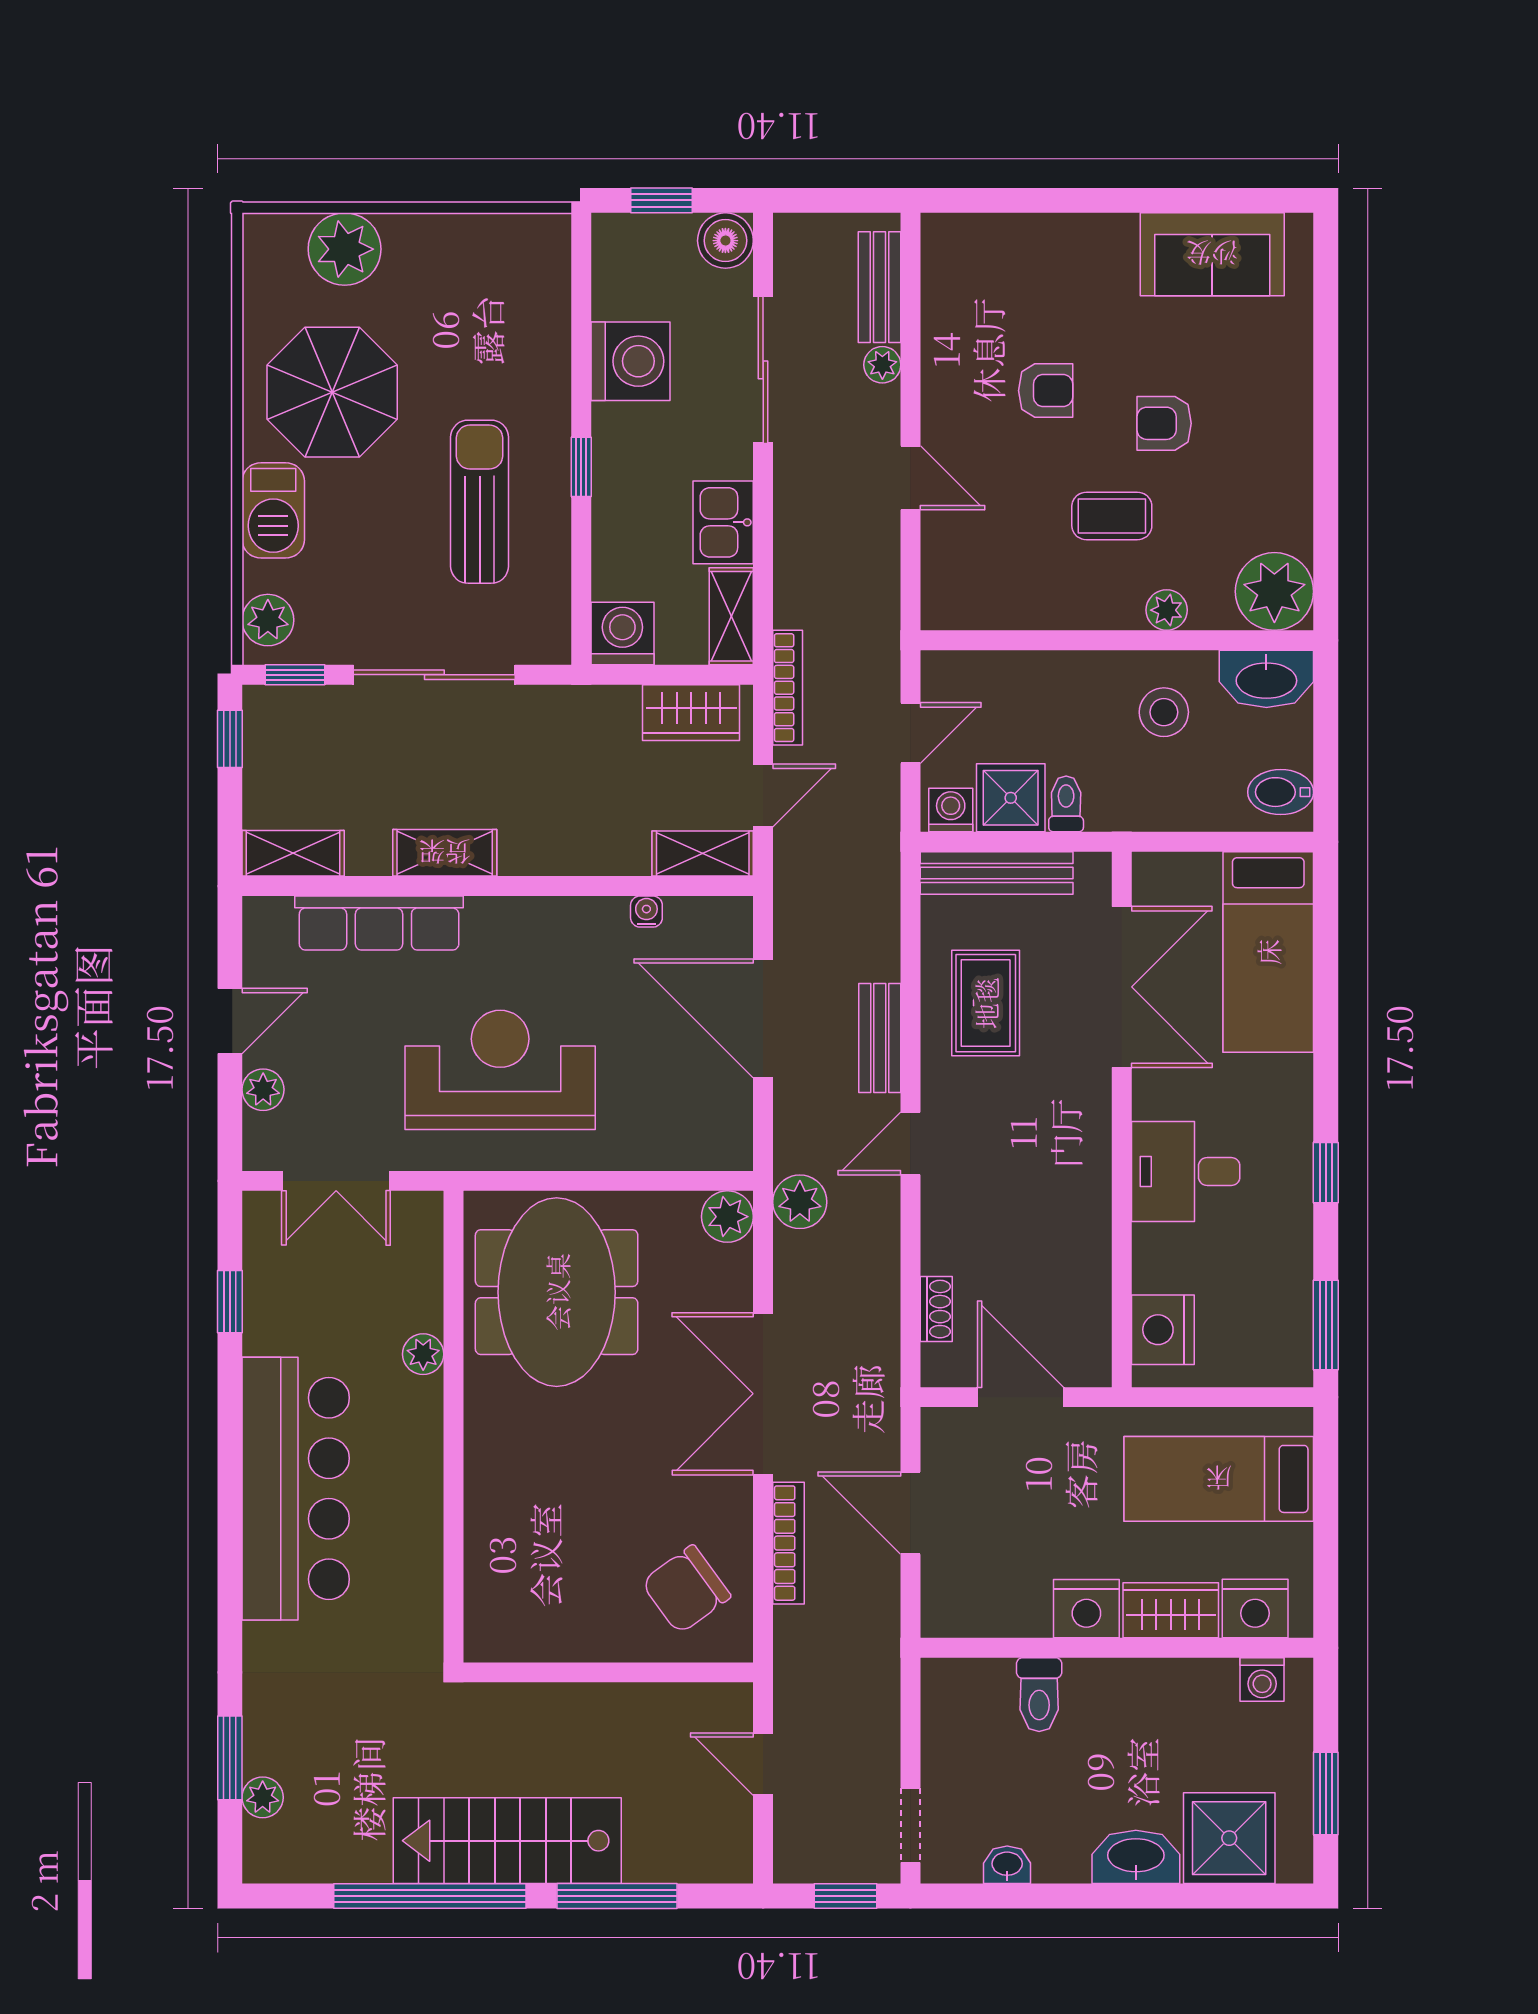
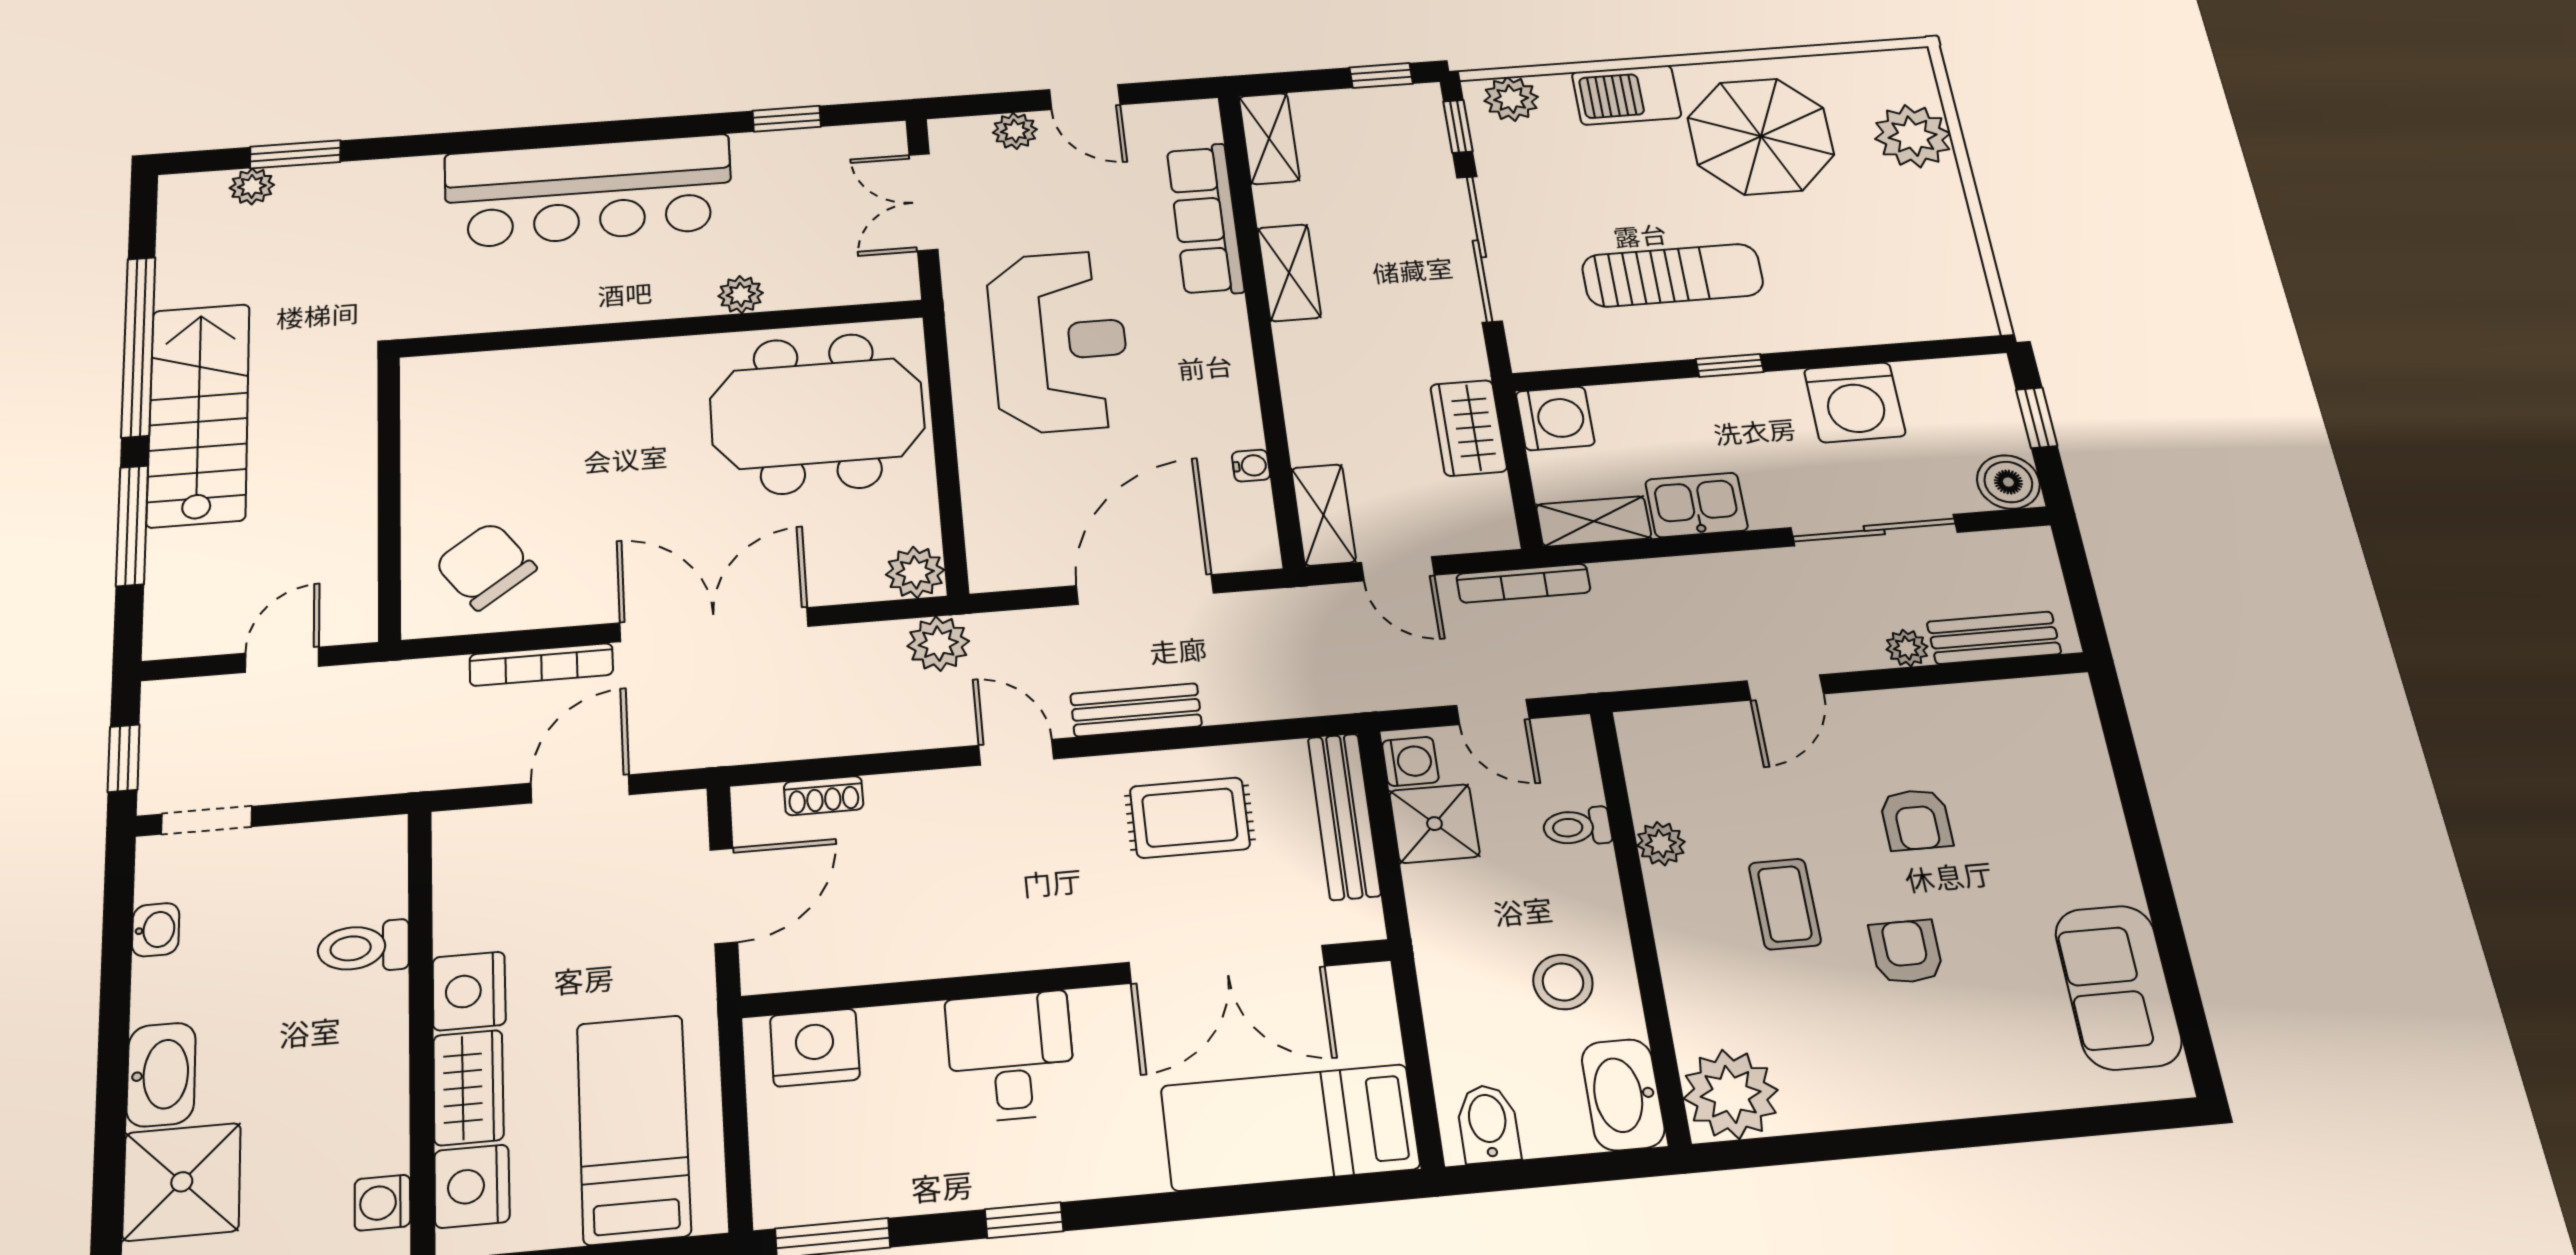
plant: (1167, 610) -> (1661, 844), moved
wardrobe: (691, 713) -> (1469, 428), moved
toilet: (1066, 804) -> (1577, 827), moved, turned 180

